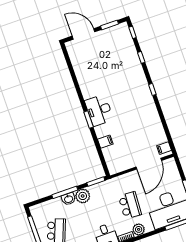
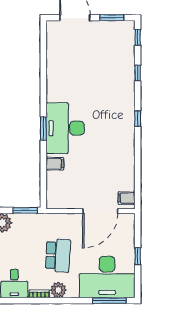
desk: (99, 110) -> (65, 128), width x1.36, depth x1.30

